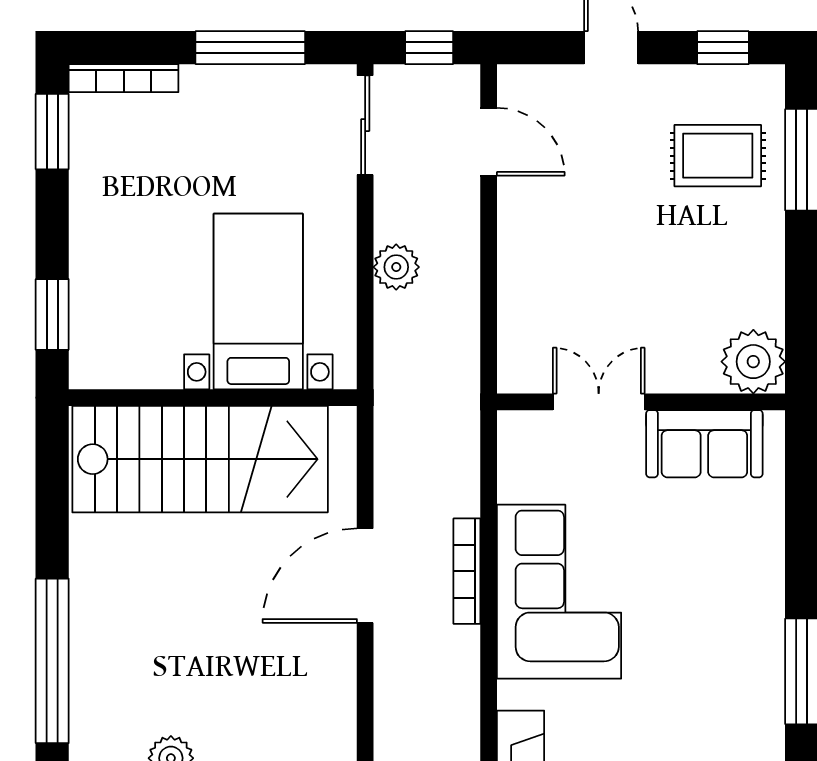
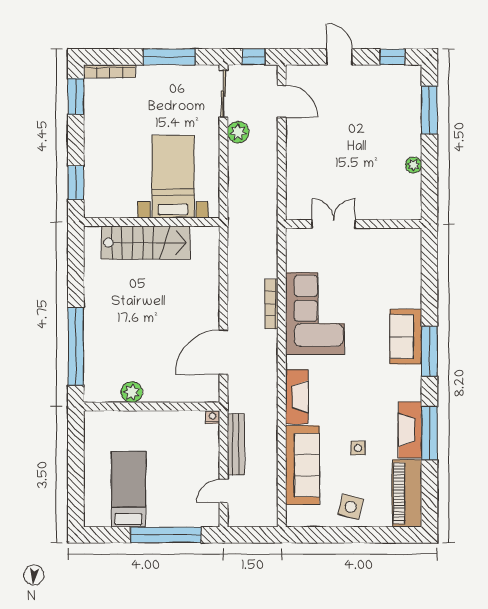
rug: (718, 156) -> (390, 108), removed
plant: (396, 267) -> (238, 132), moved
plant: (753, 362) -> (414, 165), moved, width x0.53, depth x0.53
sofa: (704, 444) -> (406, 337), moved, turned 90
stairs: (200, 459) -> (146, 243), width x0.73, depth x0.66
door: (365, 576) -> (223, 352), moved

